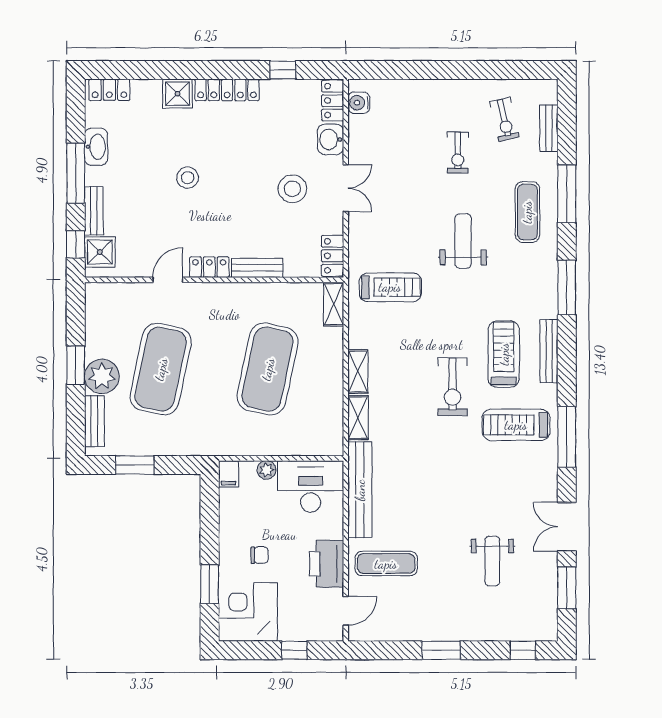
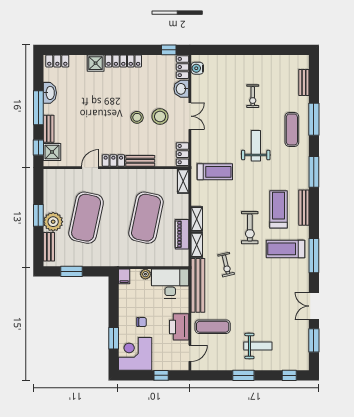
window: (283, 70) -> (169, 50), moved
exercise bike: (504, 119) -> (226, 265), moved
stool: (188, 178) -> (137, 117), moved
piano: (332, 399) -> (182, 234), added
weight bench: (492, 561) -> (258, 346), moved, turned -90

